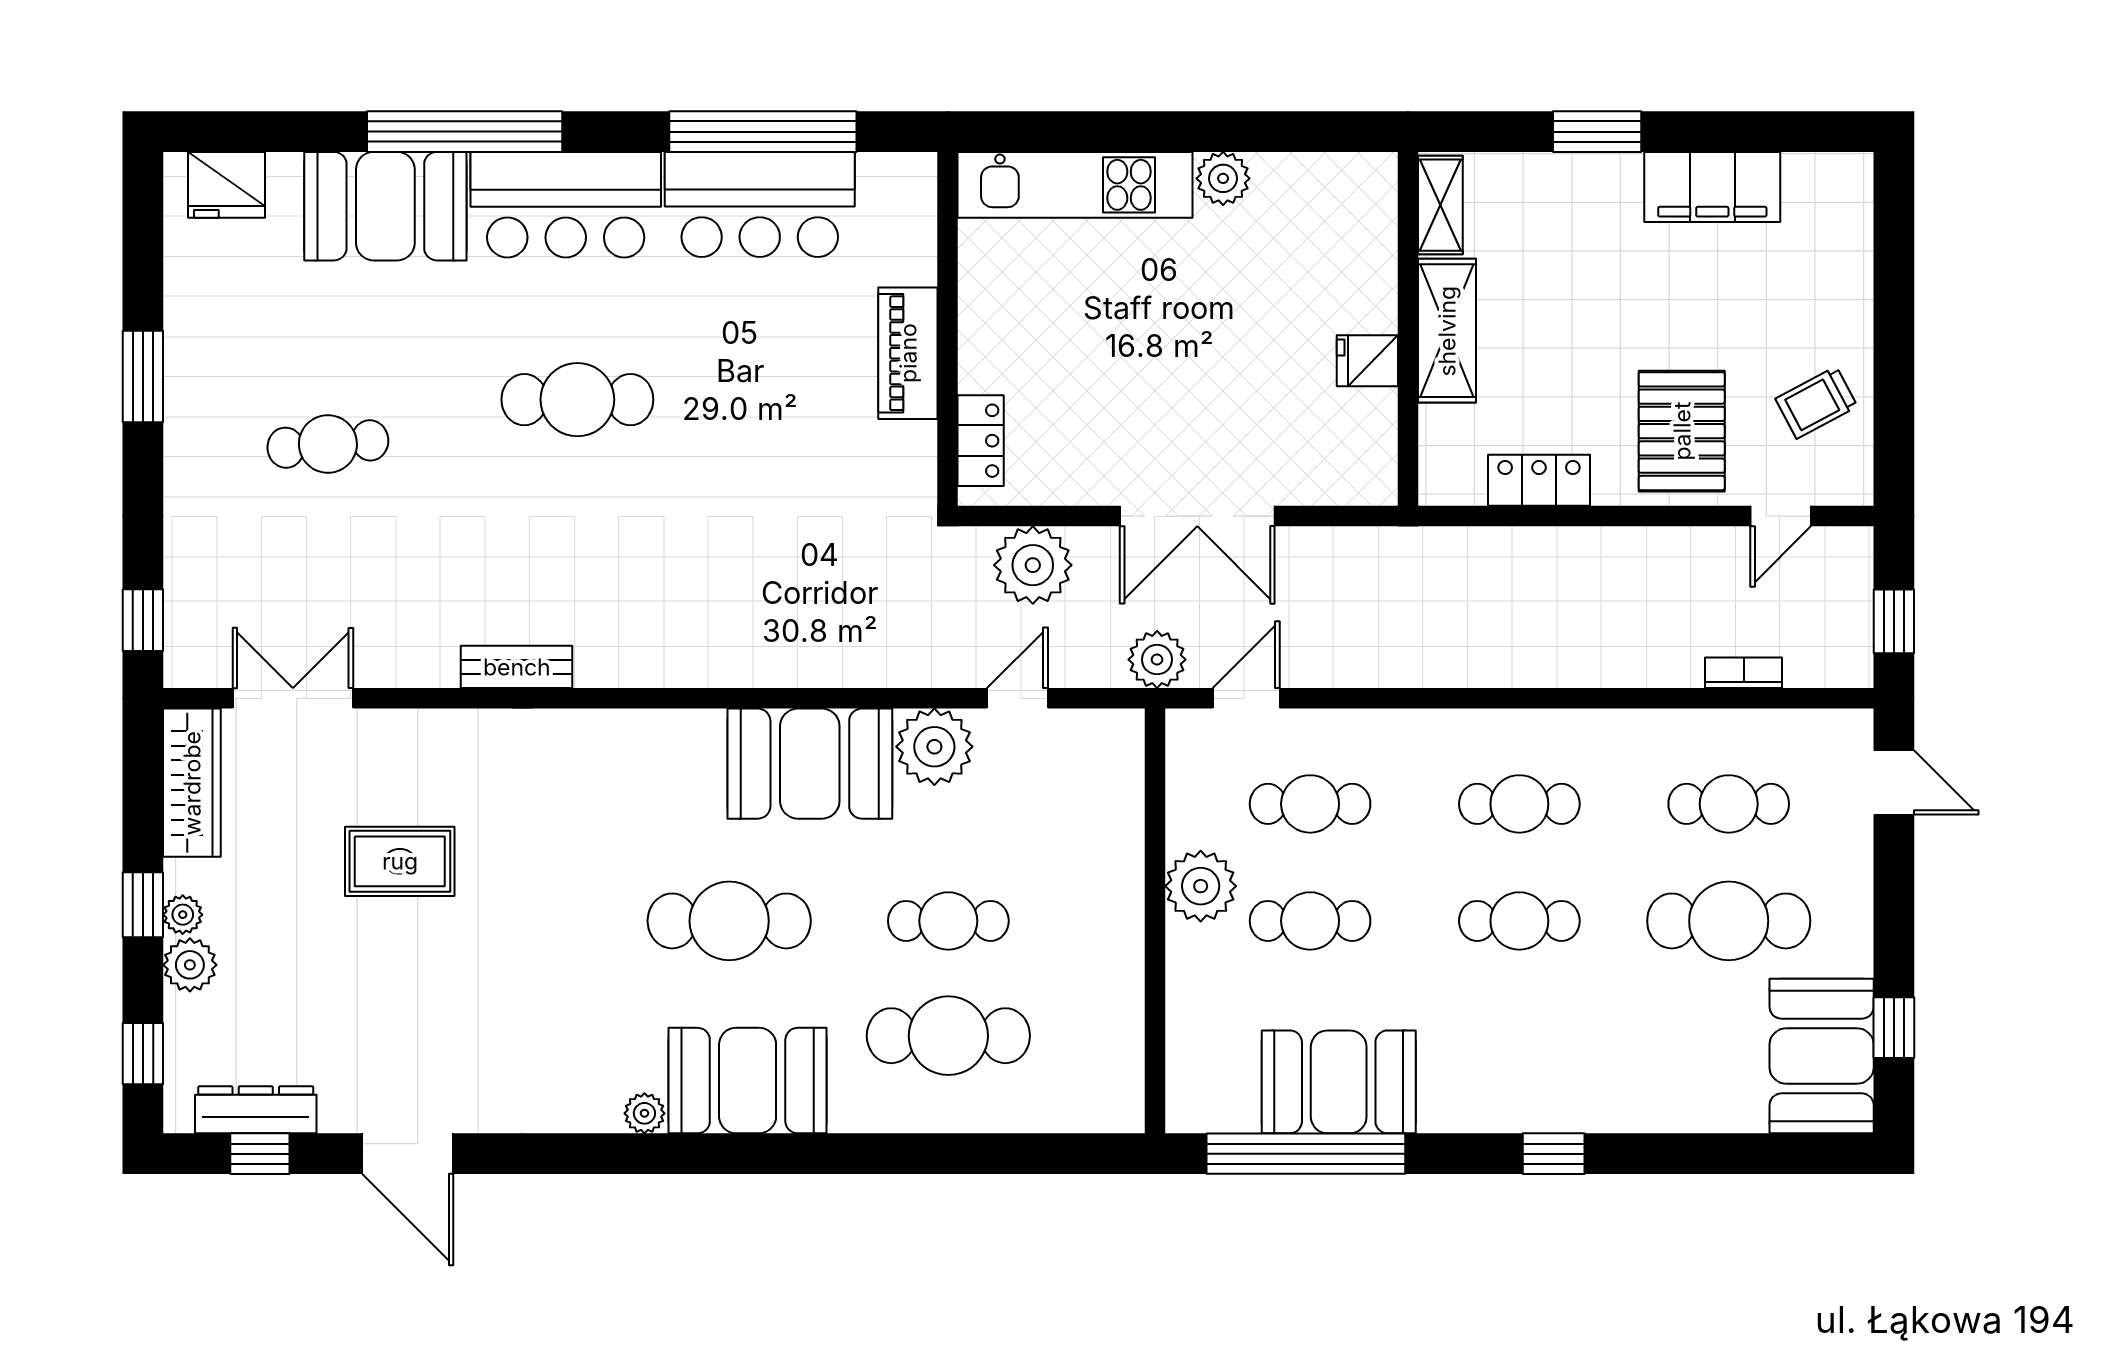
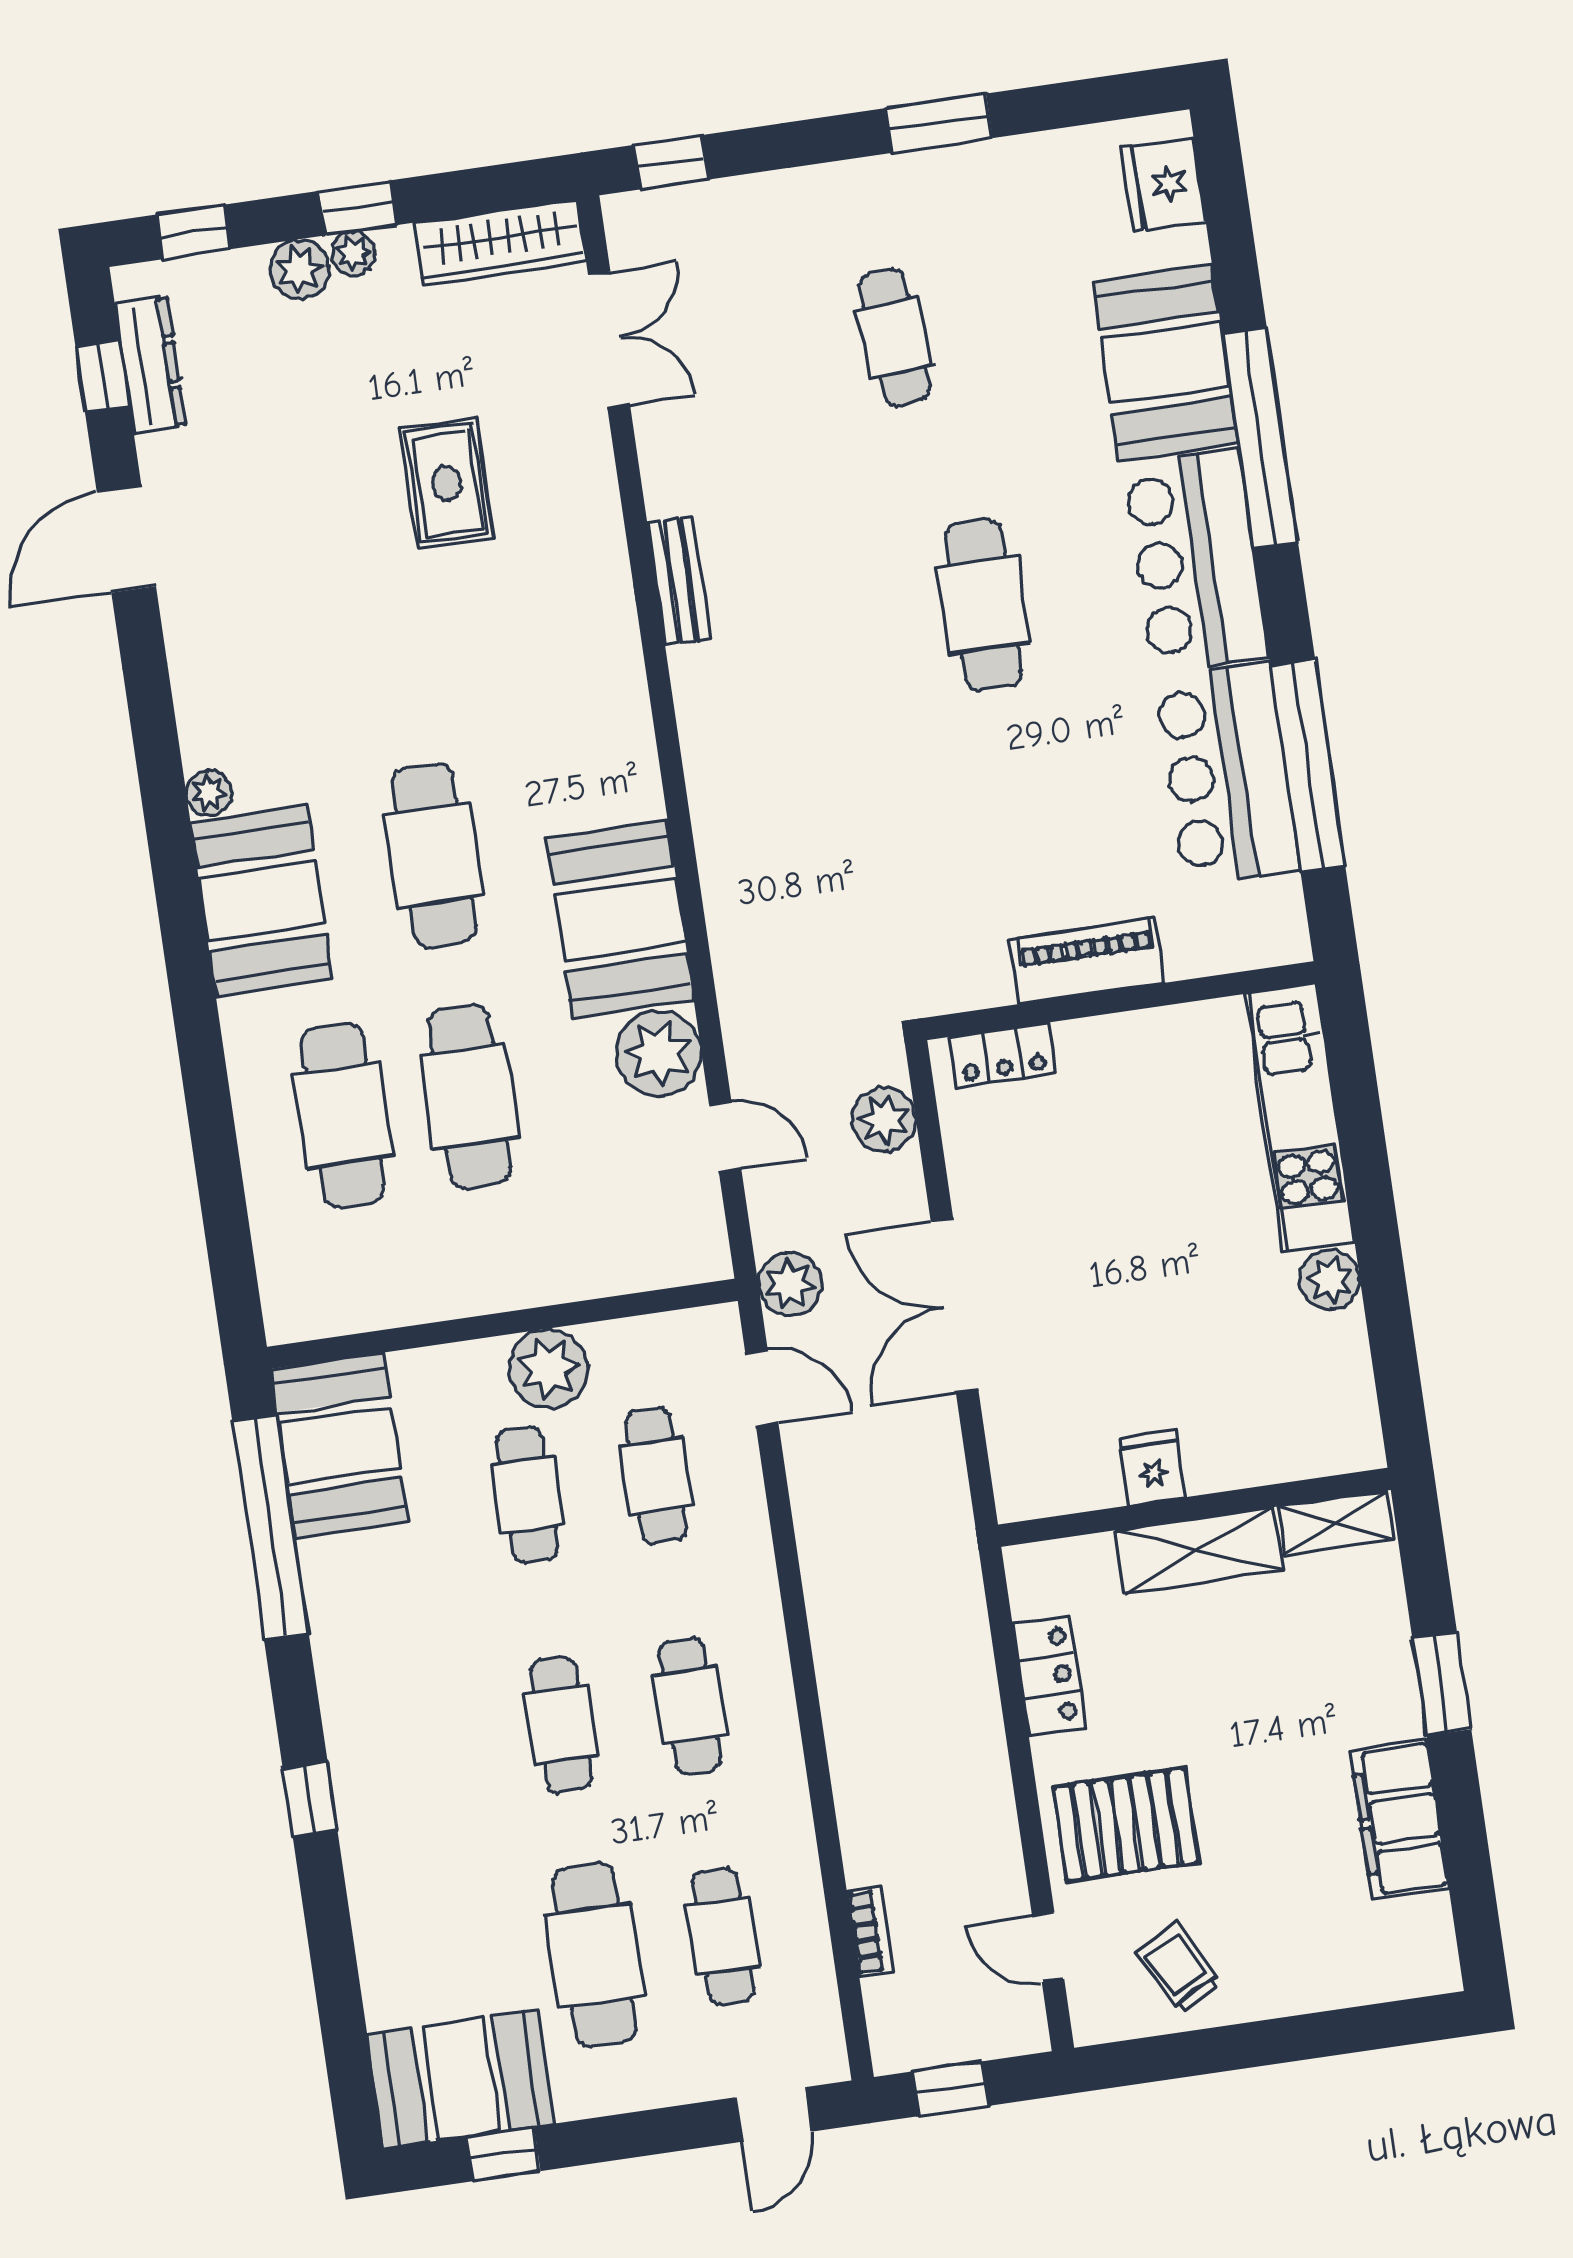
plant: (1033, 565) -> (884, 1119), width x0.73, depth x0.73
cafe table: (948, 921) -> (469, 1097), width x1.37, depth x1.35
booth: (1339, 1082) -> (339, 1445), moved

